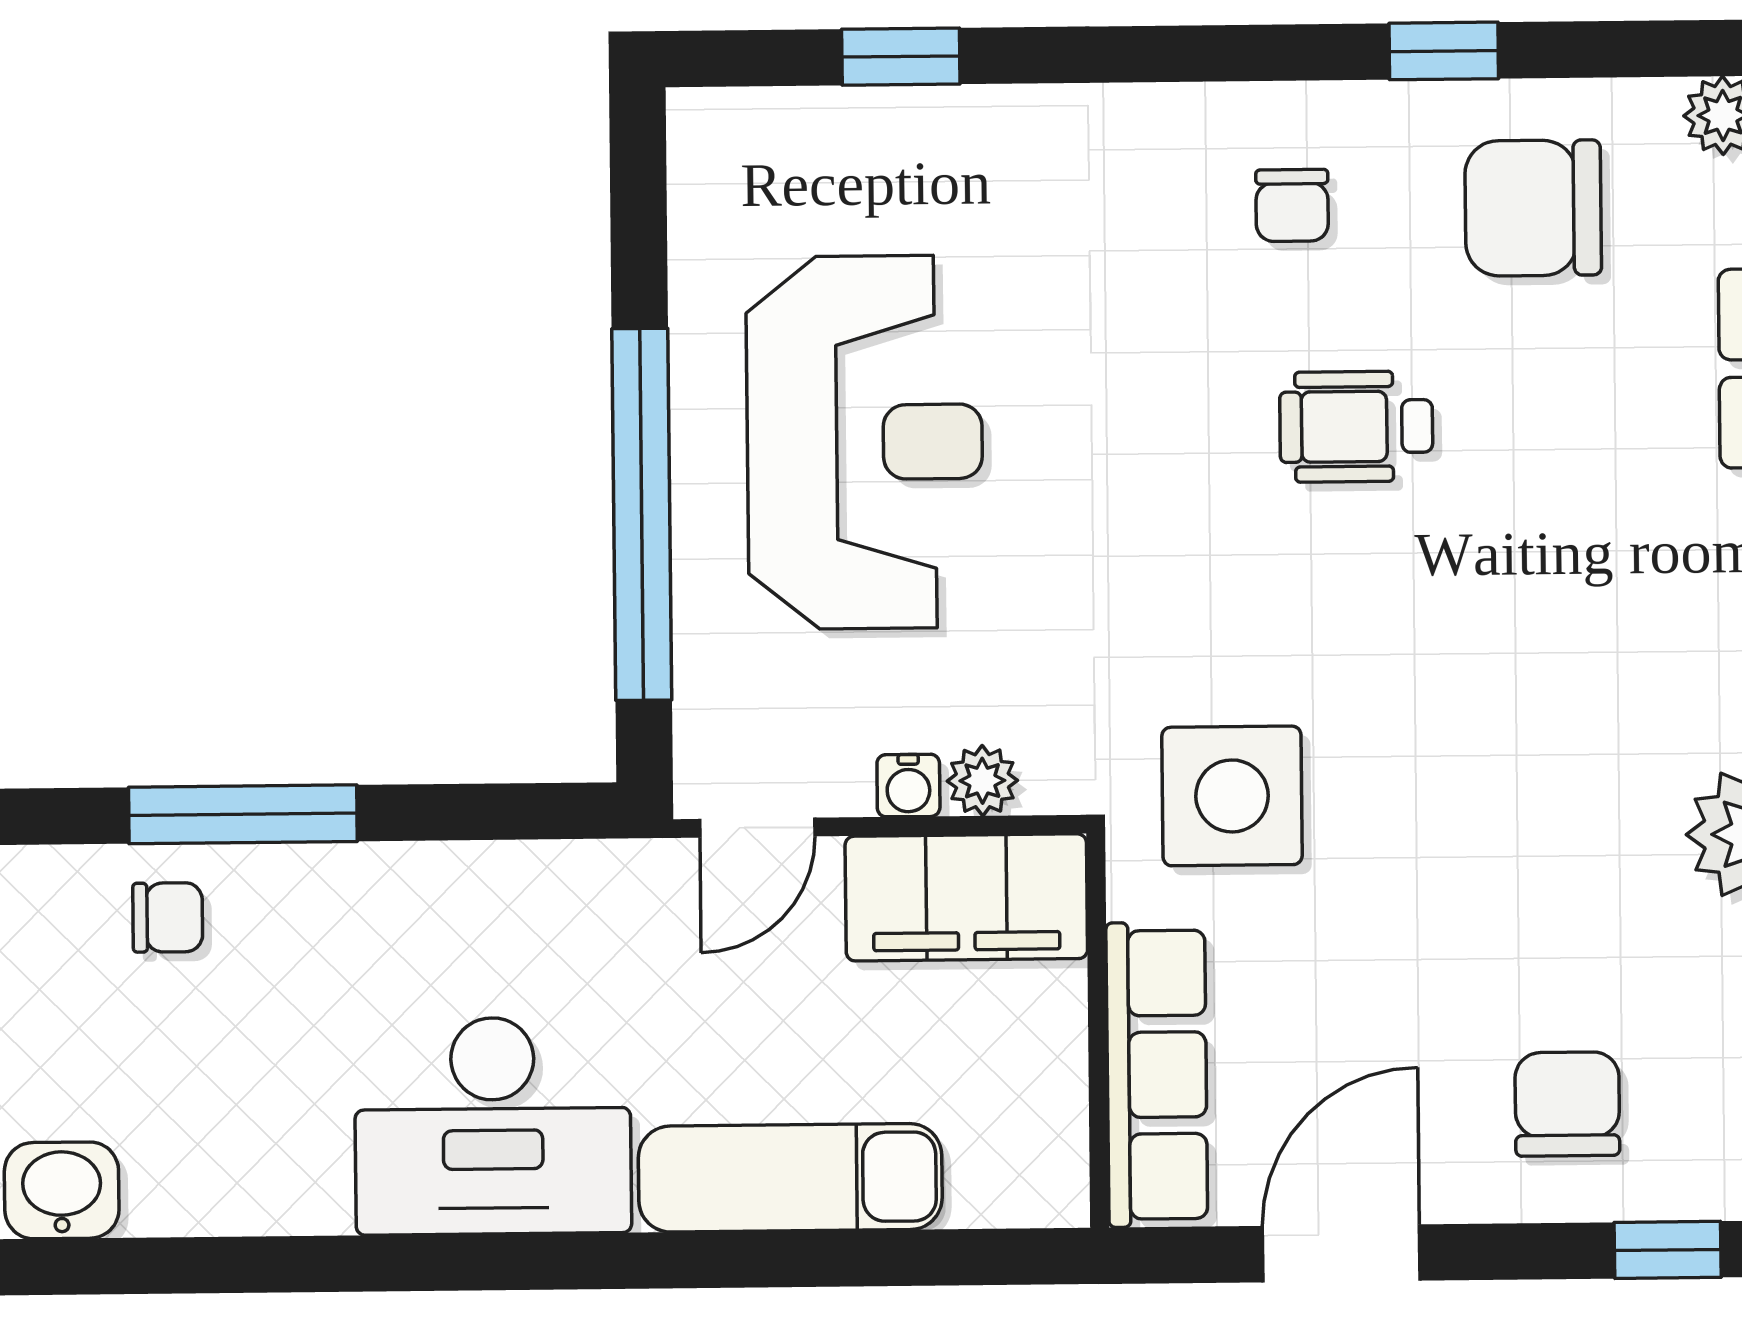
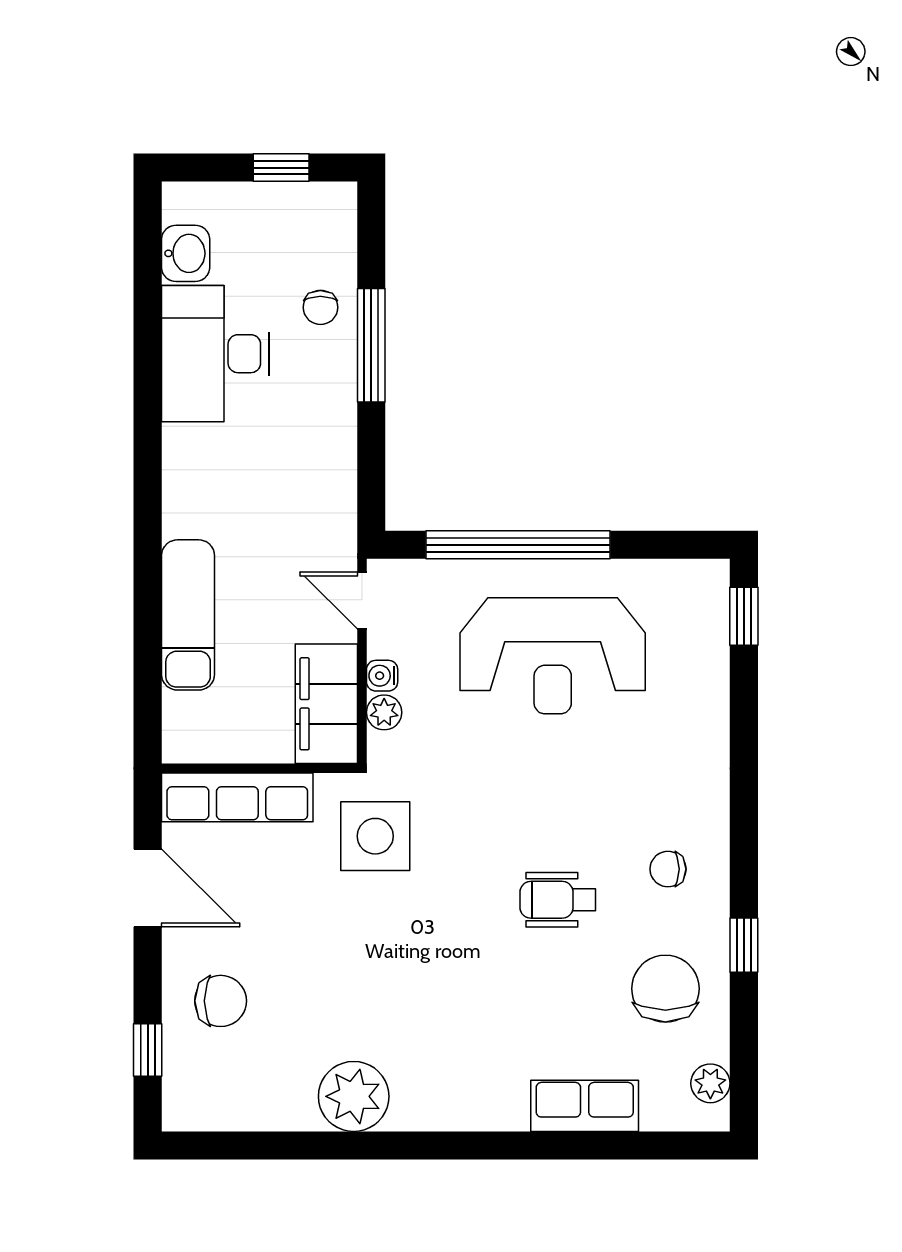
window: (901, 57) -> (744, 616), moved
wheelchair: (1356, 427) -> (558, 900), turned -90
desk: (493, 1126) -> (215, 354), moved

